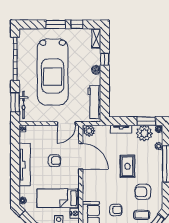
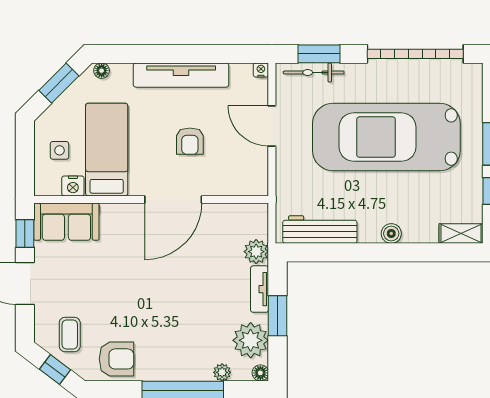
window: (105, 59) -> (415, 252), removed
window: (146, 121) -> (278, 316), moved
door: (66, 124) -> (272, 126), moved
plant: (89, 131) -> (256, 252), moved
door: (81, 156) -> (173, 199), moved
rug: (127, 166) -> (177, 303), removed
armchair: (143, 192) -> (117, 359), moved, turned 90
armchair: (116, 210) -> (81, 277), removed

